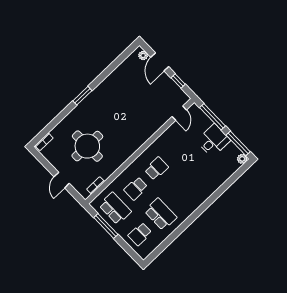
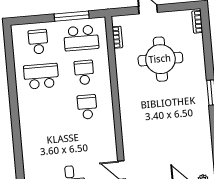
school desk: (156, 169) -> (87, 107), turned 180
school desk: (161, 214) -> (41, 76), turned 180

